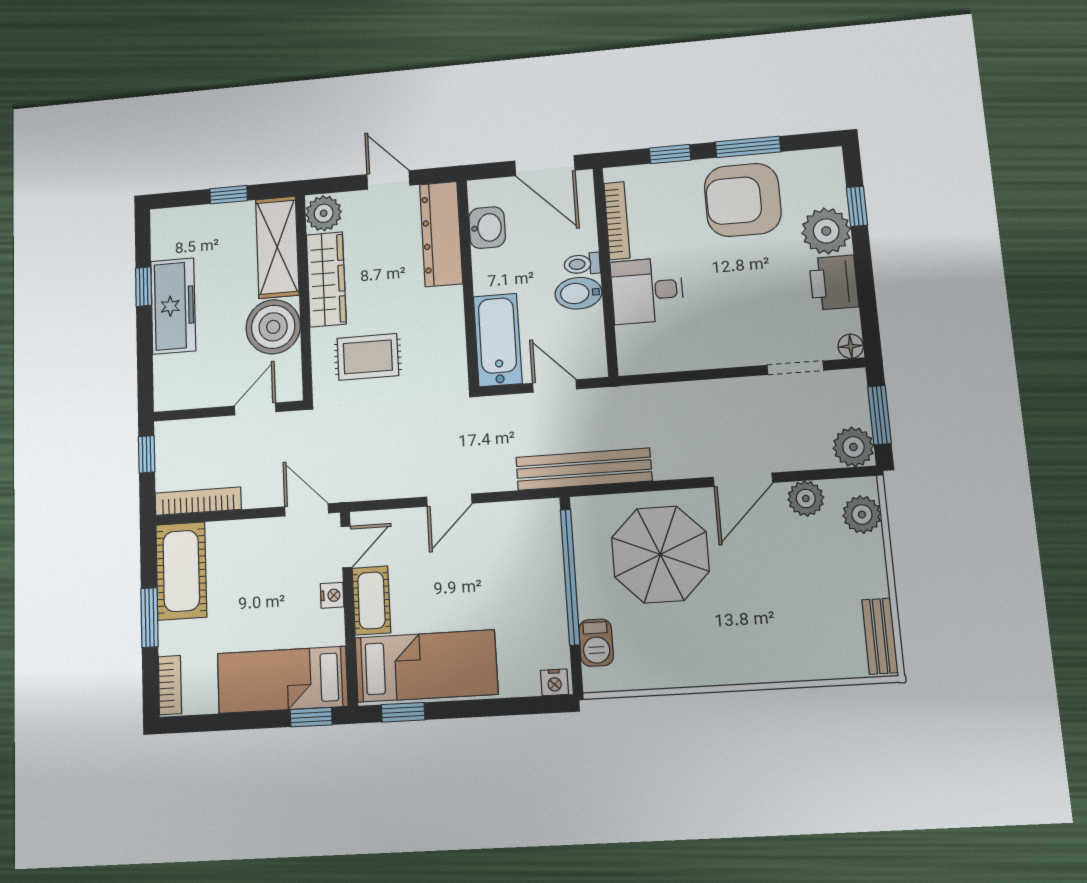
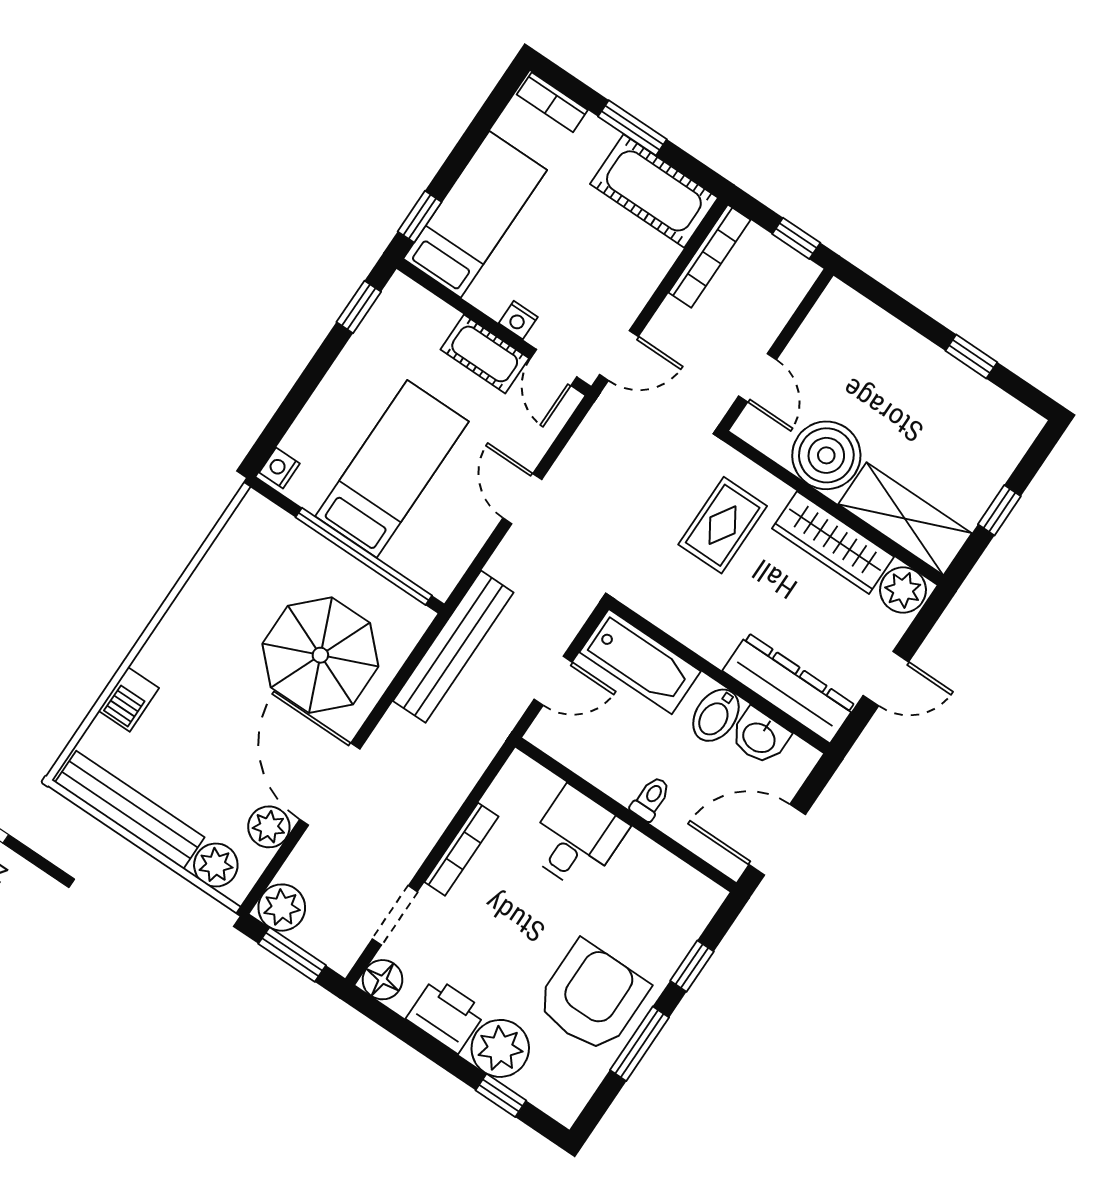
bookcase: (617, 221) -> (461, 849), moved, turned -90
bidet: (578, 293) -> (716, 715), moved, turned 180
freezer: (173, 306) -> (927, 372), removed
floor lamp: (851, 346) -> (382, 980), width x1.37, depth x1.37
door: (743, 480) -> (330, 784), width x1.36
bench: (880, 636) -> (130, 810), width x1.86, depth x1.21
barbecue: (596, 643) -> (129, 699), moved, turned -90
bed: (426, 666) -> (392, 469), moved, turned 180

